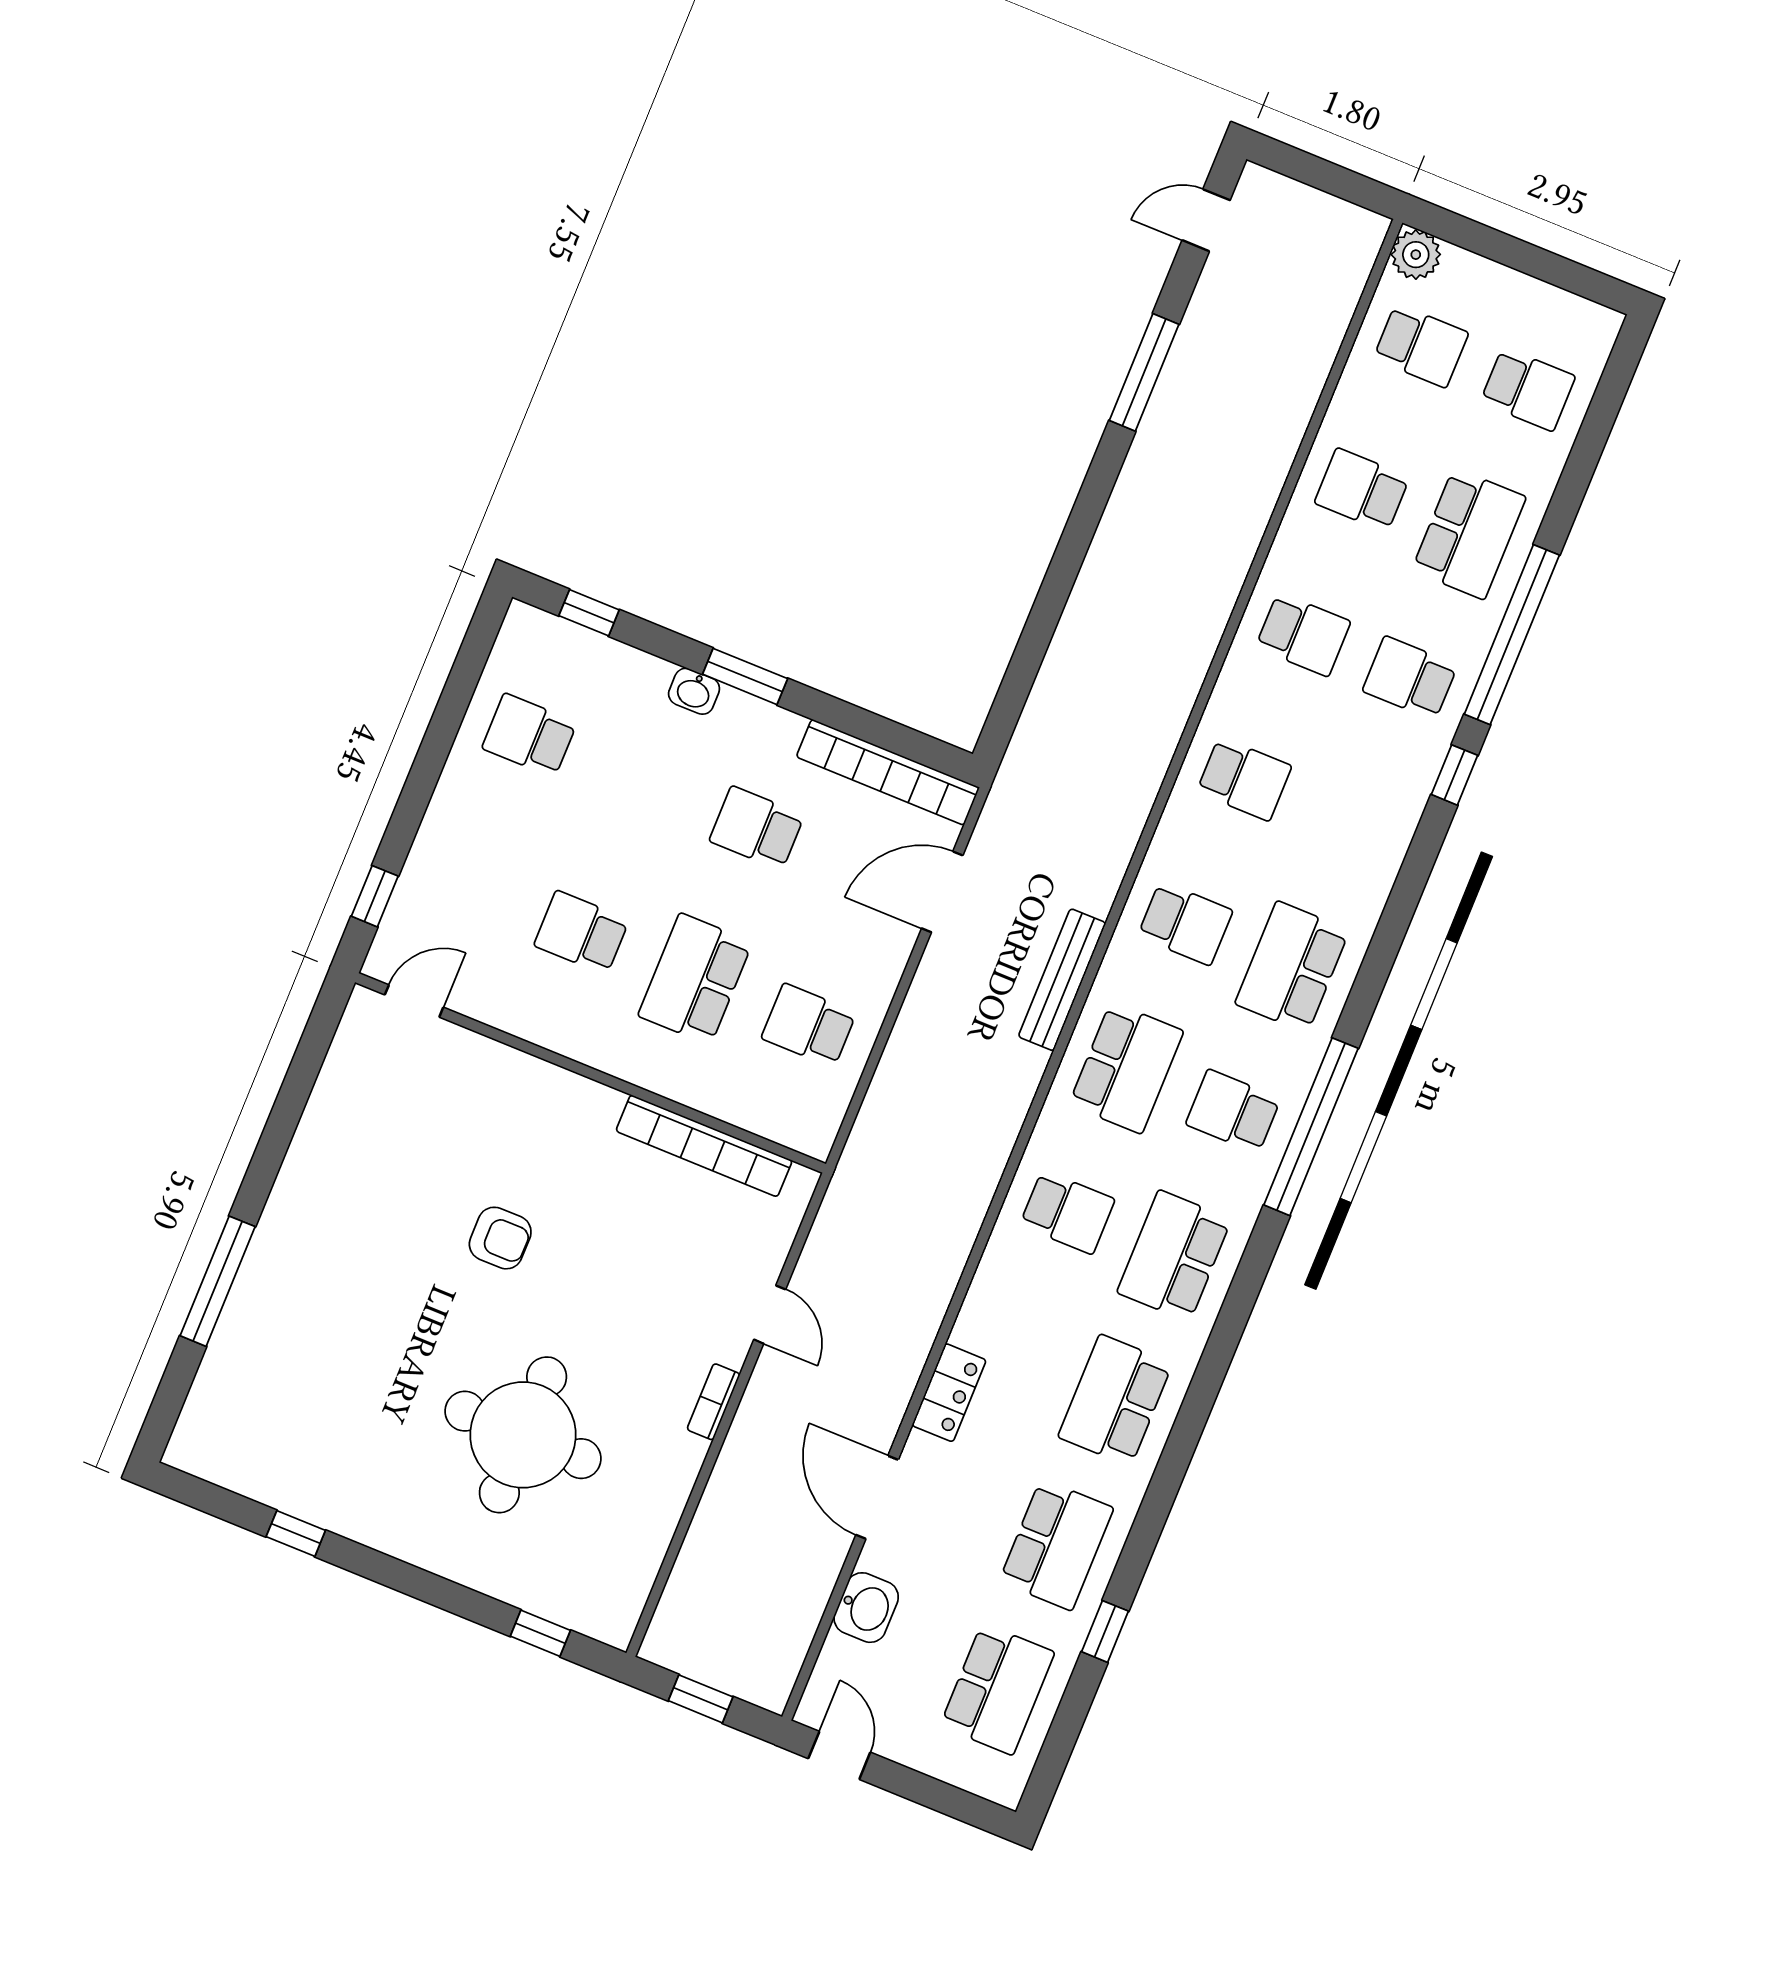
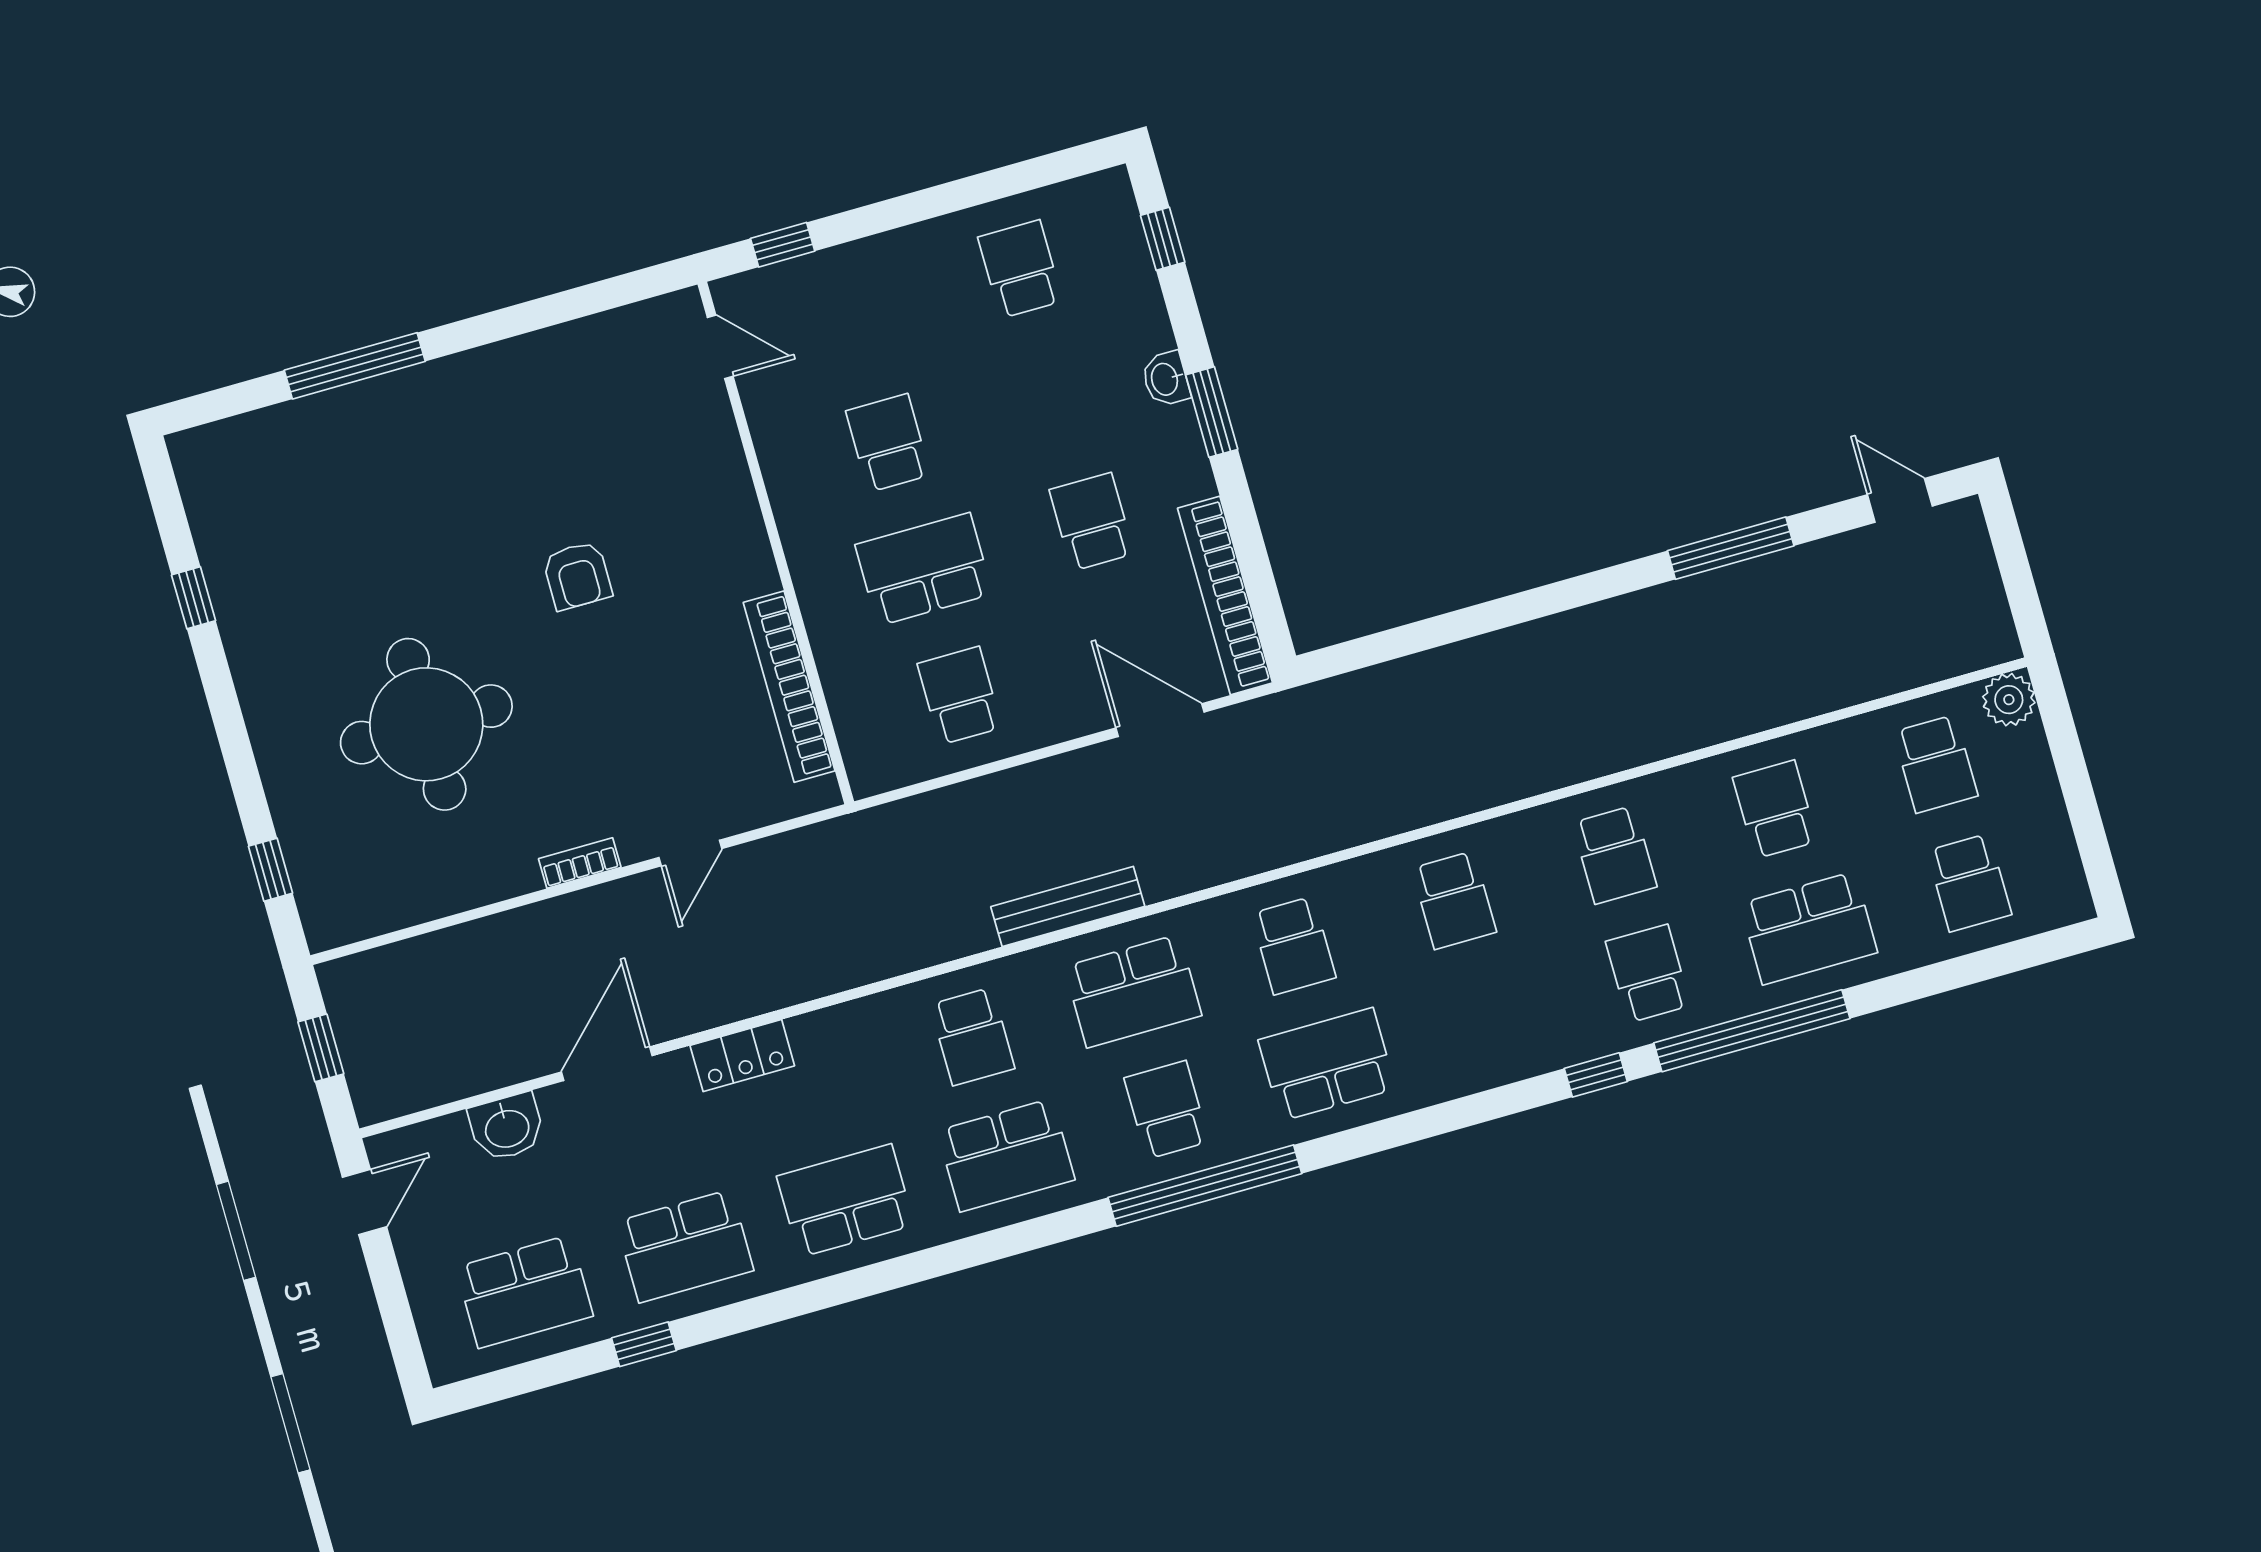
bench: (1062, 980) -> (1068, 907), moved
school desk: (1174, 1256) -> (1006, 1155), turned 180

